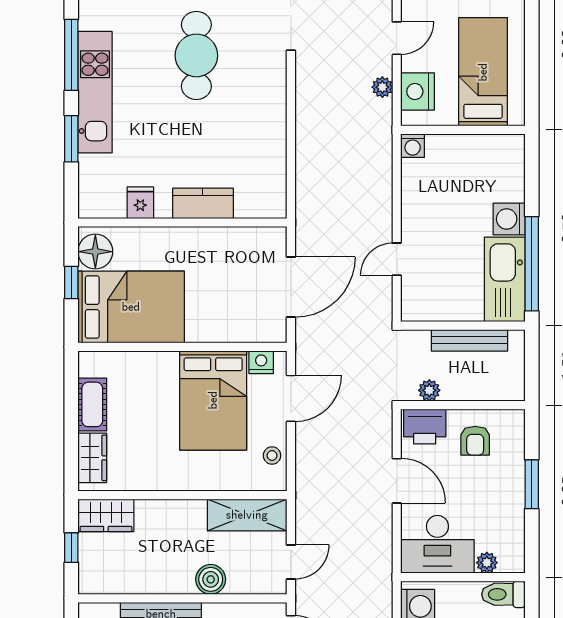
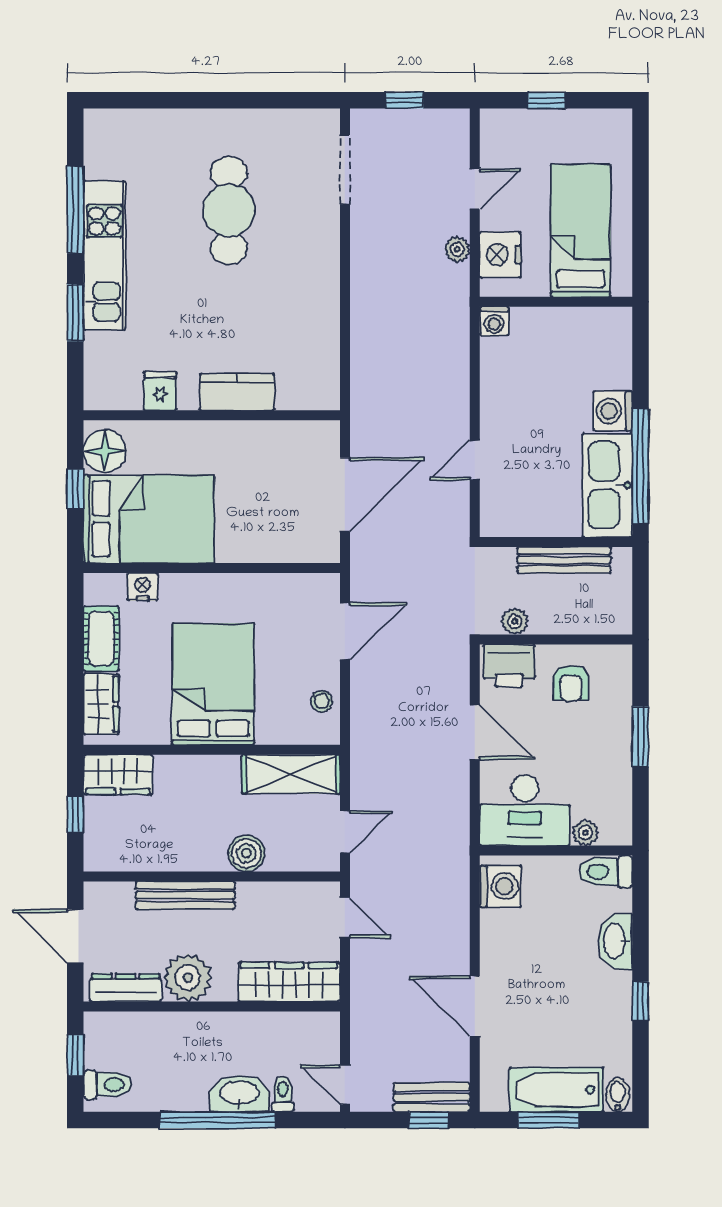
nightstand: (261, 362) -> (143, 587), moved
bed: (213, 400) -> (213, 684), moved, turned 180

